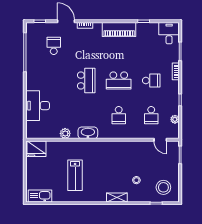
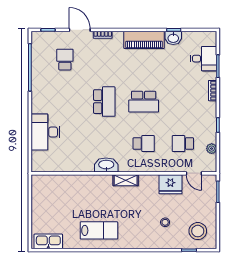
washbasin: (143, 28) -> (173, 38), added
desk: (169, 33) -> (204, 59), moved, turned 90
school desk: (151, 81) -> (183, 102), removed
school desk: (119, 115) -> (144, 144), turned -90
school desk: (151, 115) -> (183, 144), turned 90
plant: (65, 133) -> (79, 166), removed
fridge: (36, 149) -> (170, 184), moved
lab bench: (75, 175) -> (99, 230), moved, turned -90
shelving: (117, 197) -> (126, 180), moved

